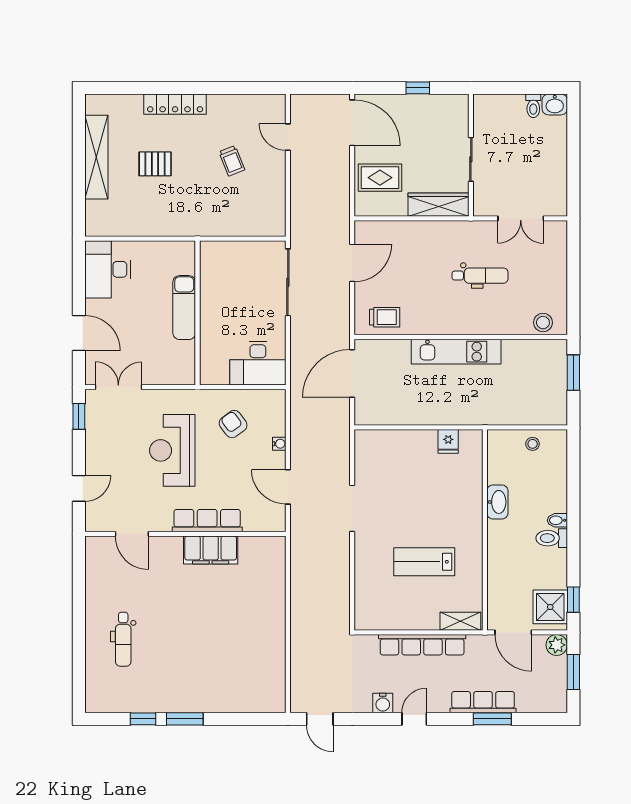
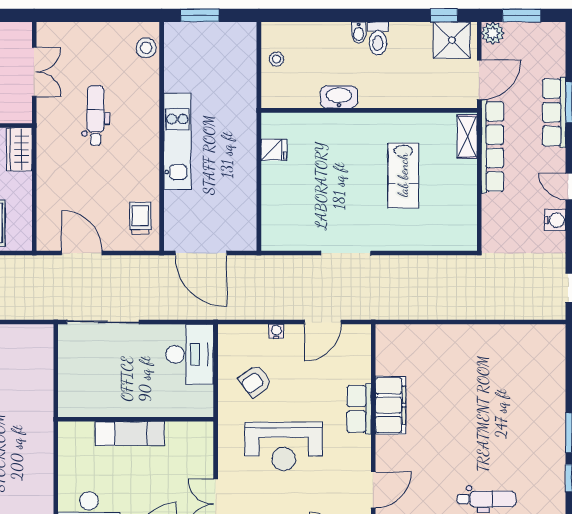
wardrobe: (438, 205) -> (19, 149), width x0.67
row of seats: (207, 521) -> (359, 409), width x0.68
row of seats: (422, 645) -> (492, 146), moved

